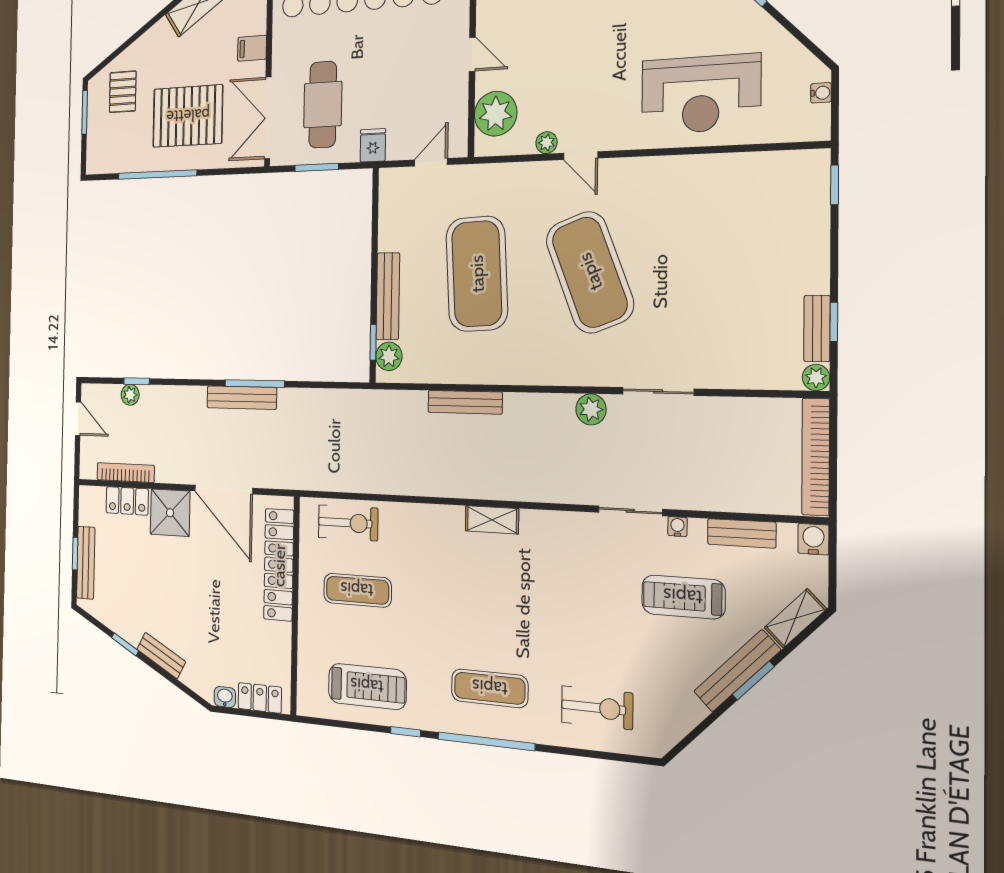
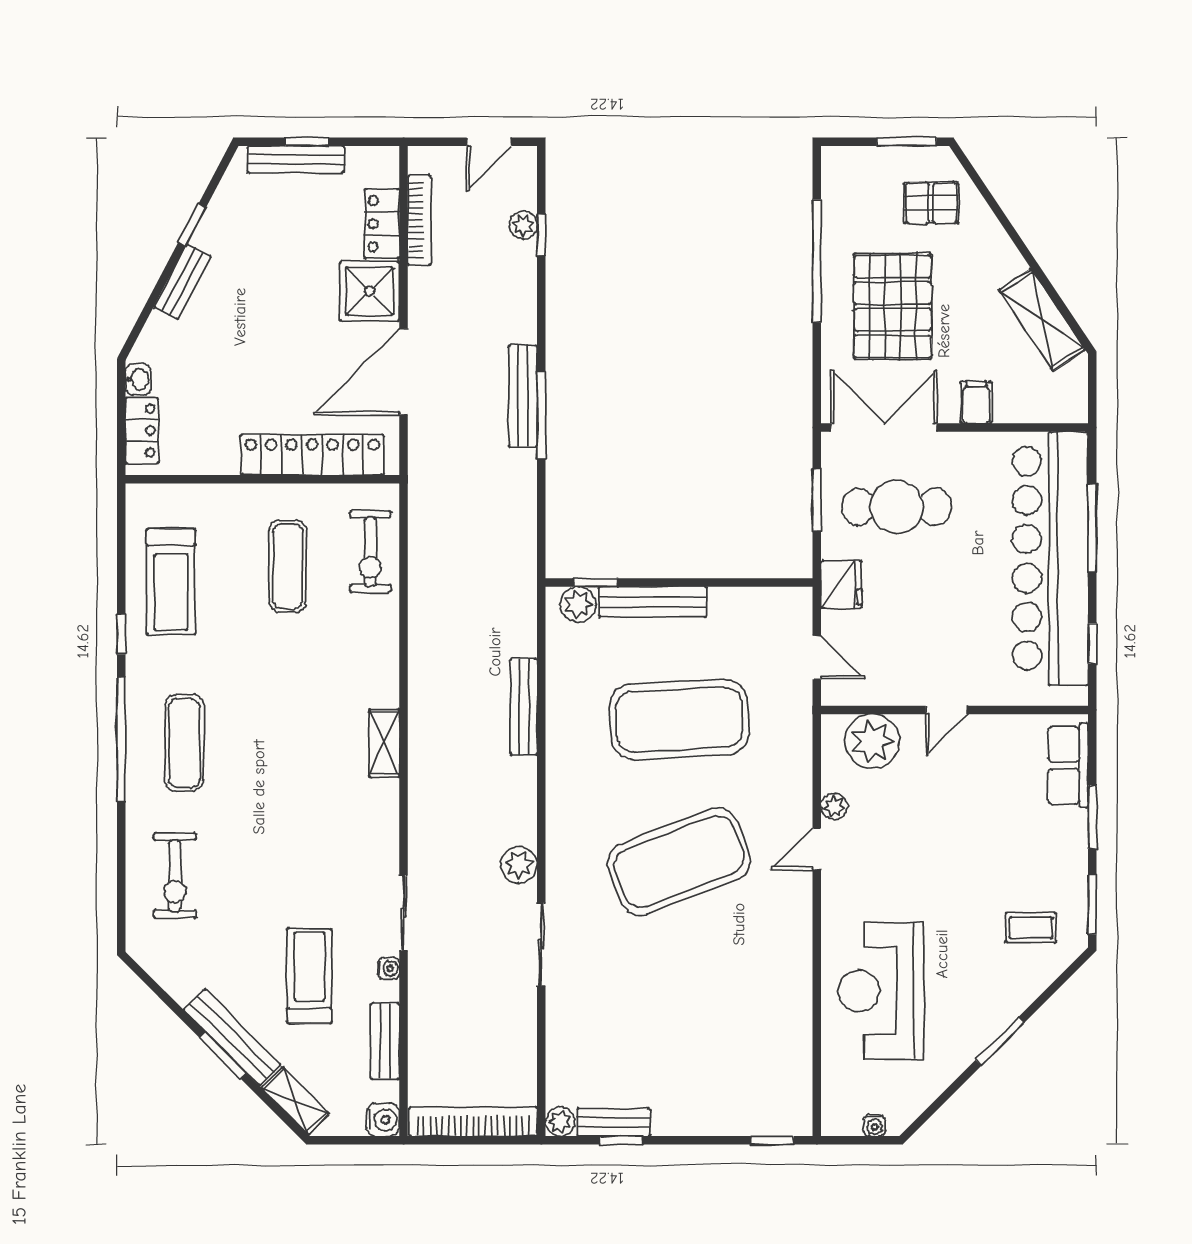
fridge: (373, 145) -> (841, 585), width x1.38

